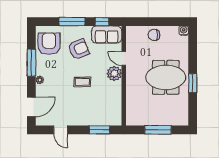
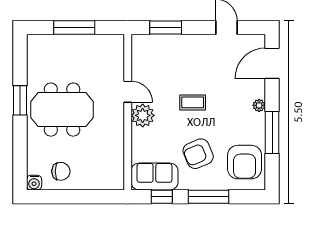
chair: (154, 35) -> (61, 171), moved
door: (124, 59) -> (128, 92), moved

